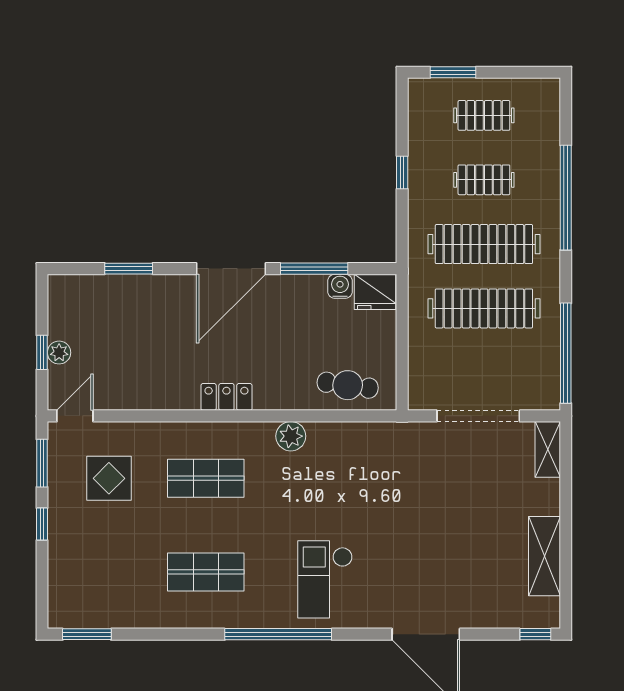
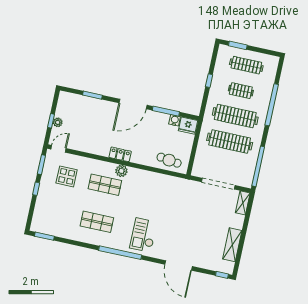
clothes rail: (484, 115) -> (246, 65), width x1.36
plant: (291, 436) -> (121, 171), moved

